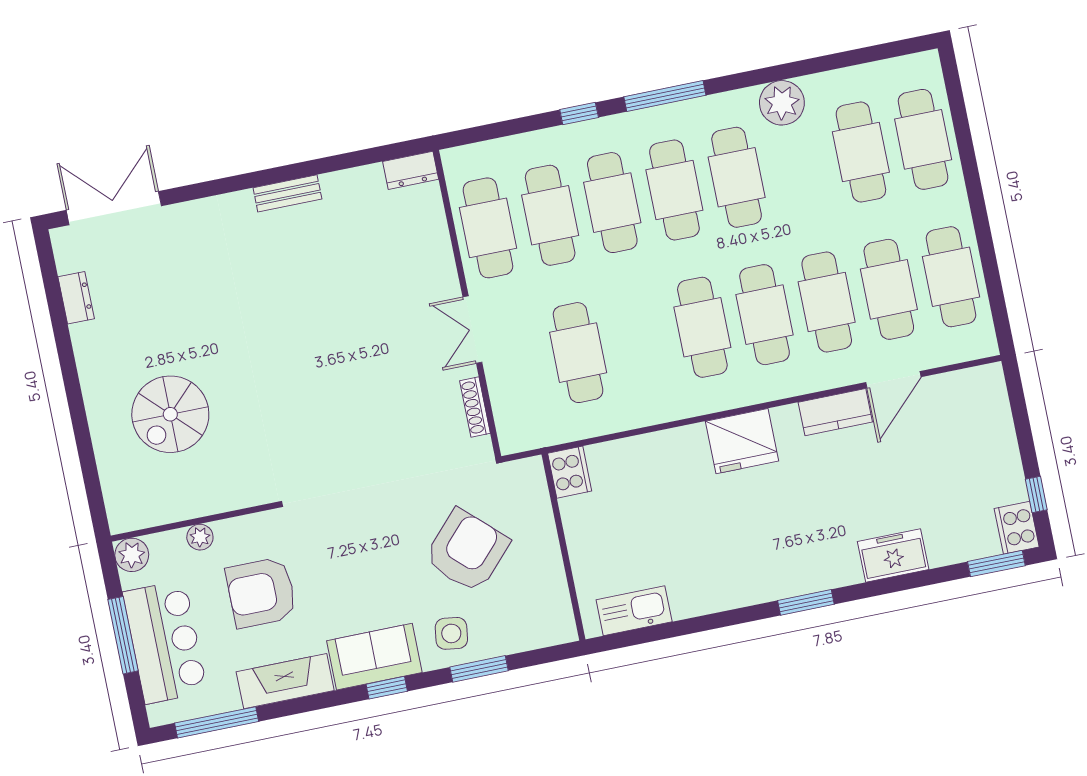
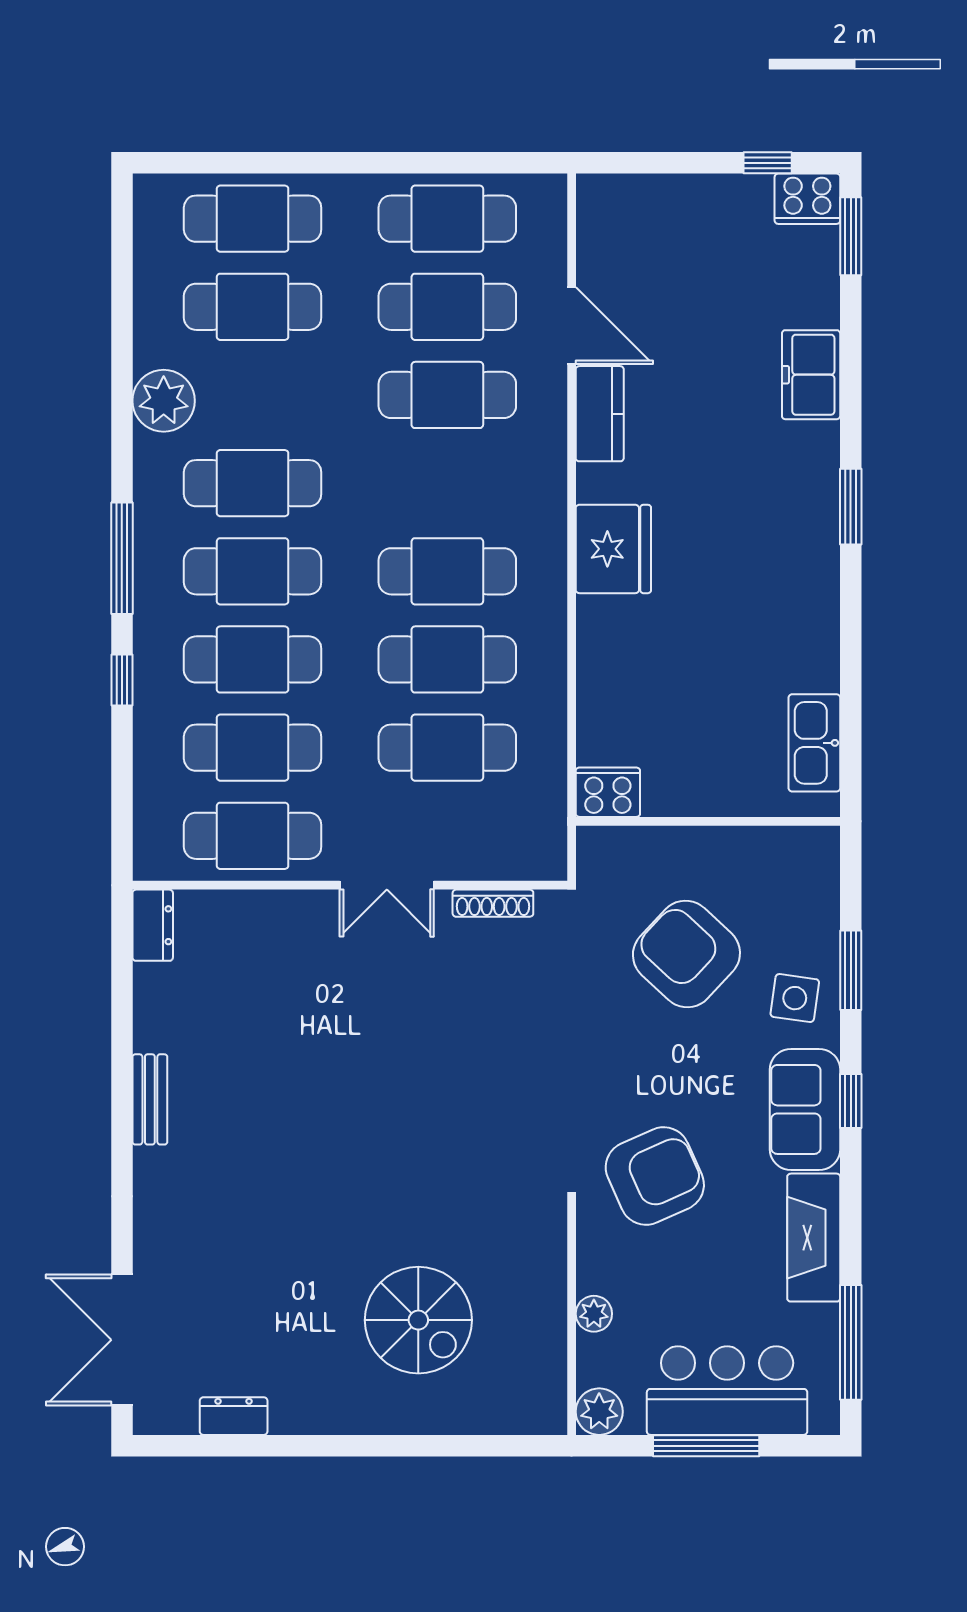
cafe table: (765, 315) -> (447, 659), moved
armchair: (261, 593) -> (655, 1176), moved, turned -114

